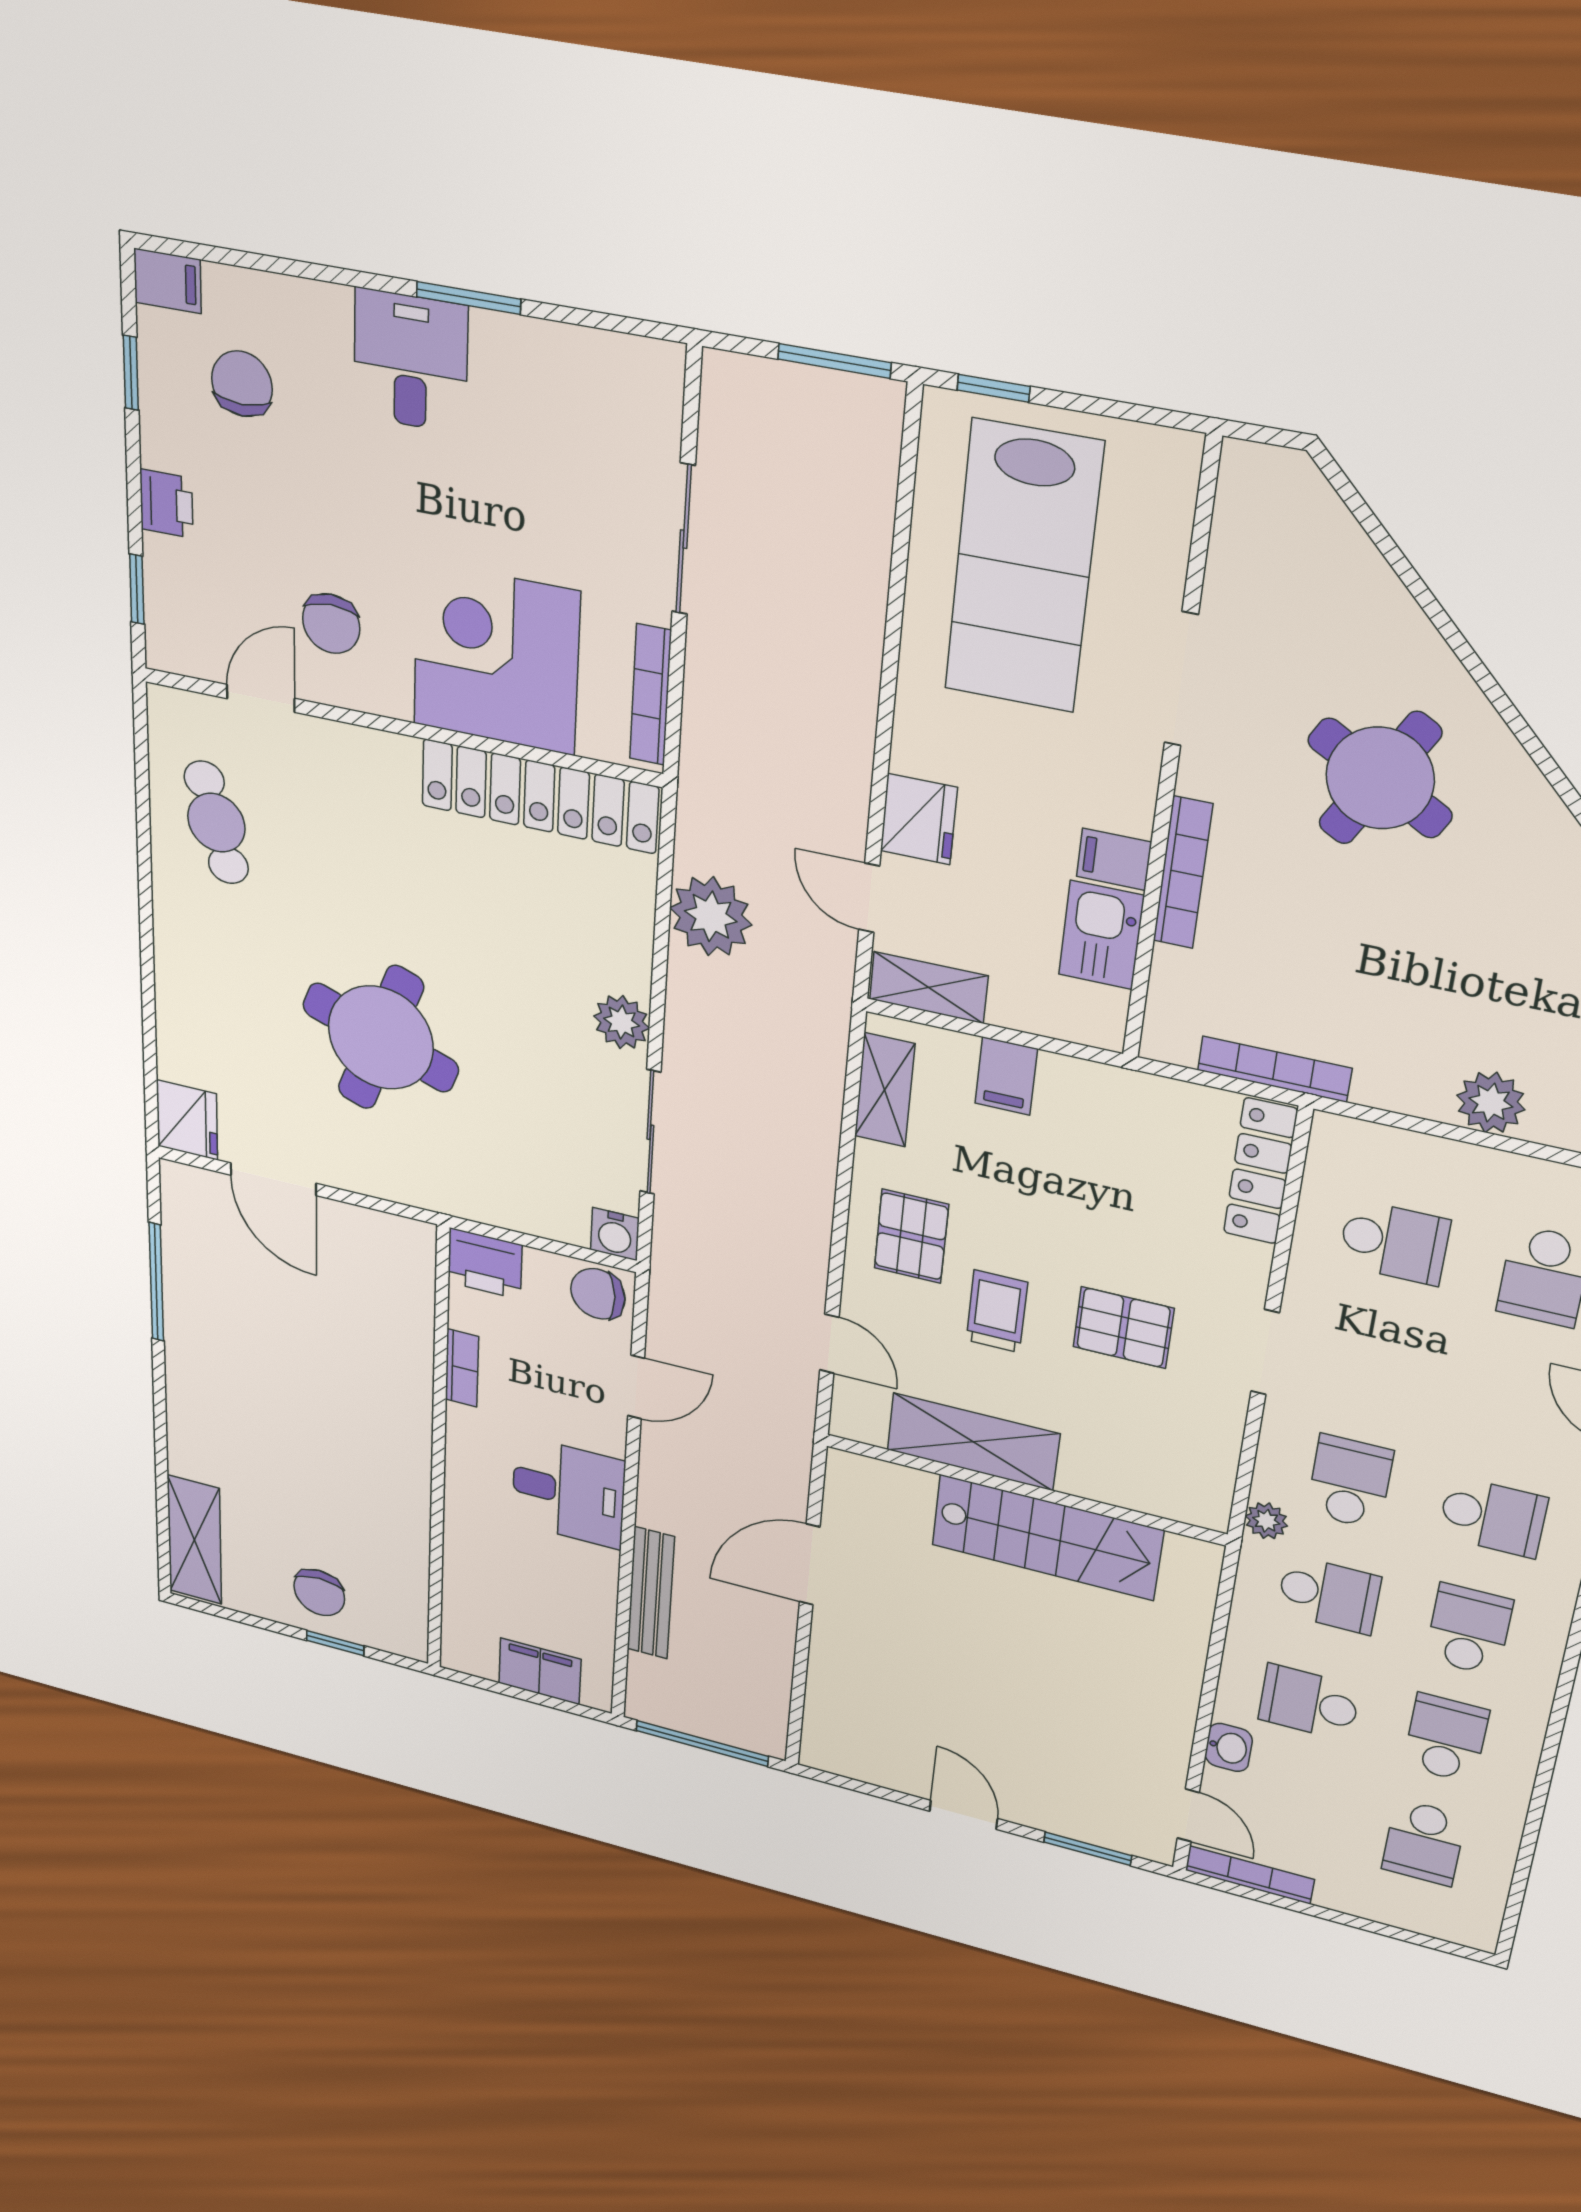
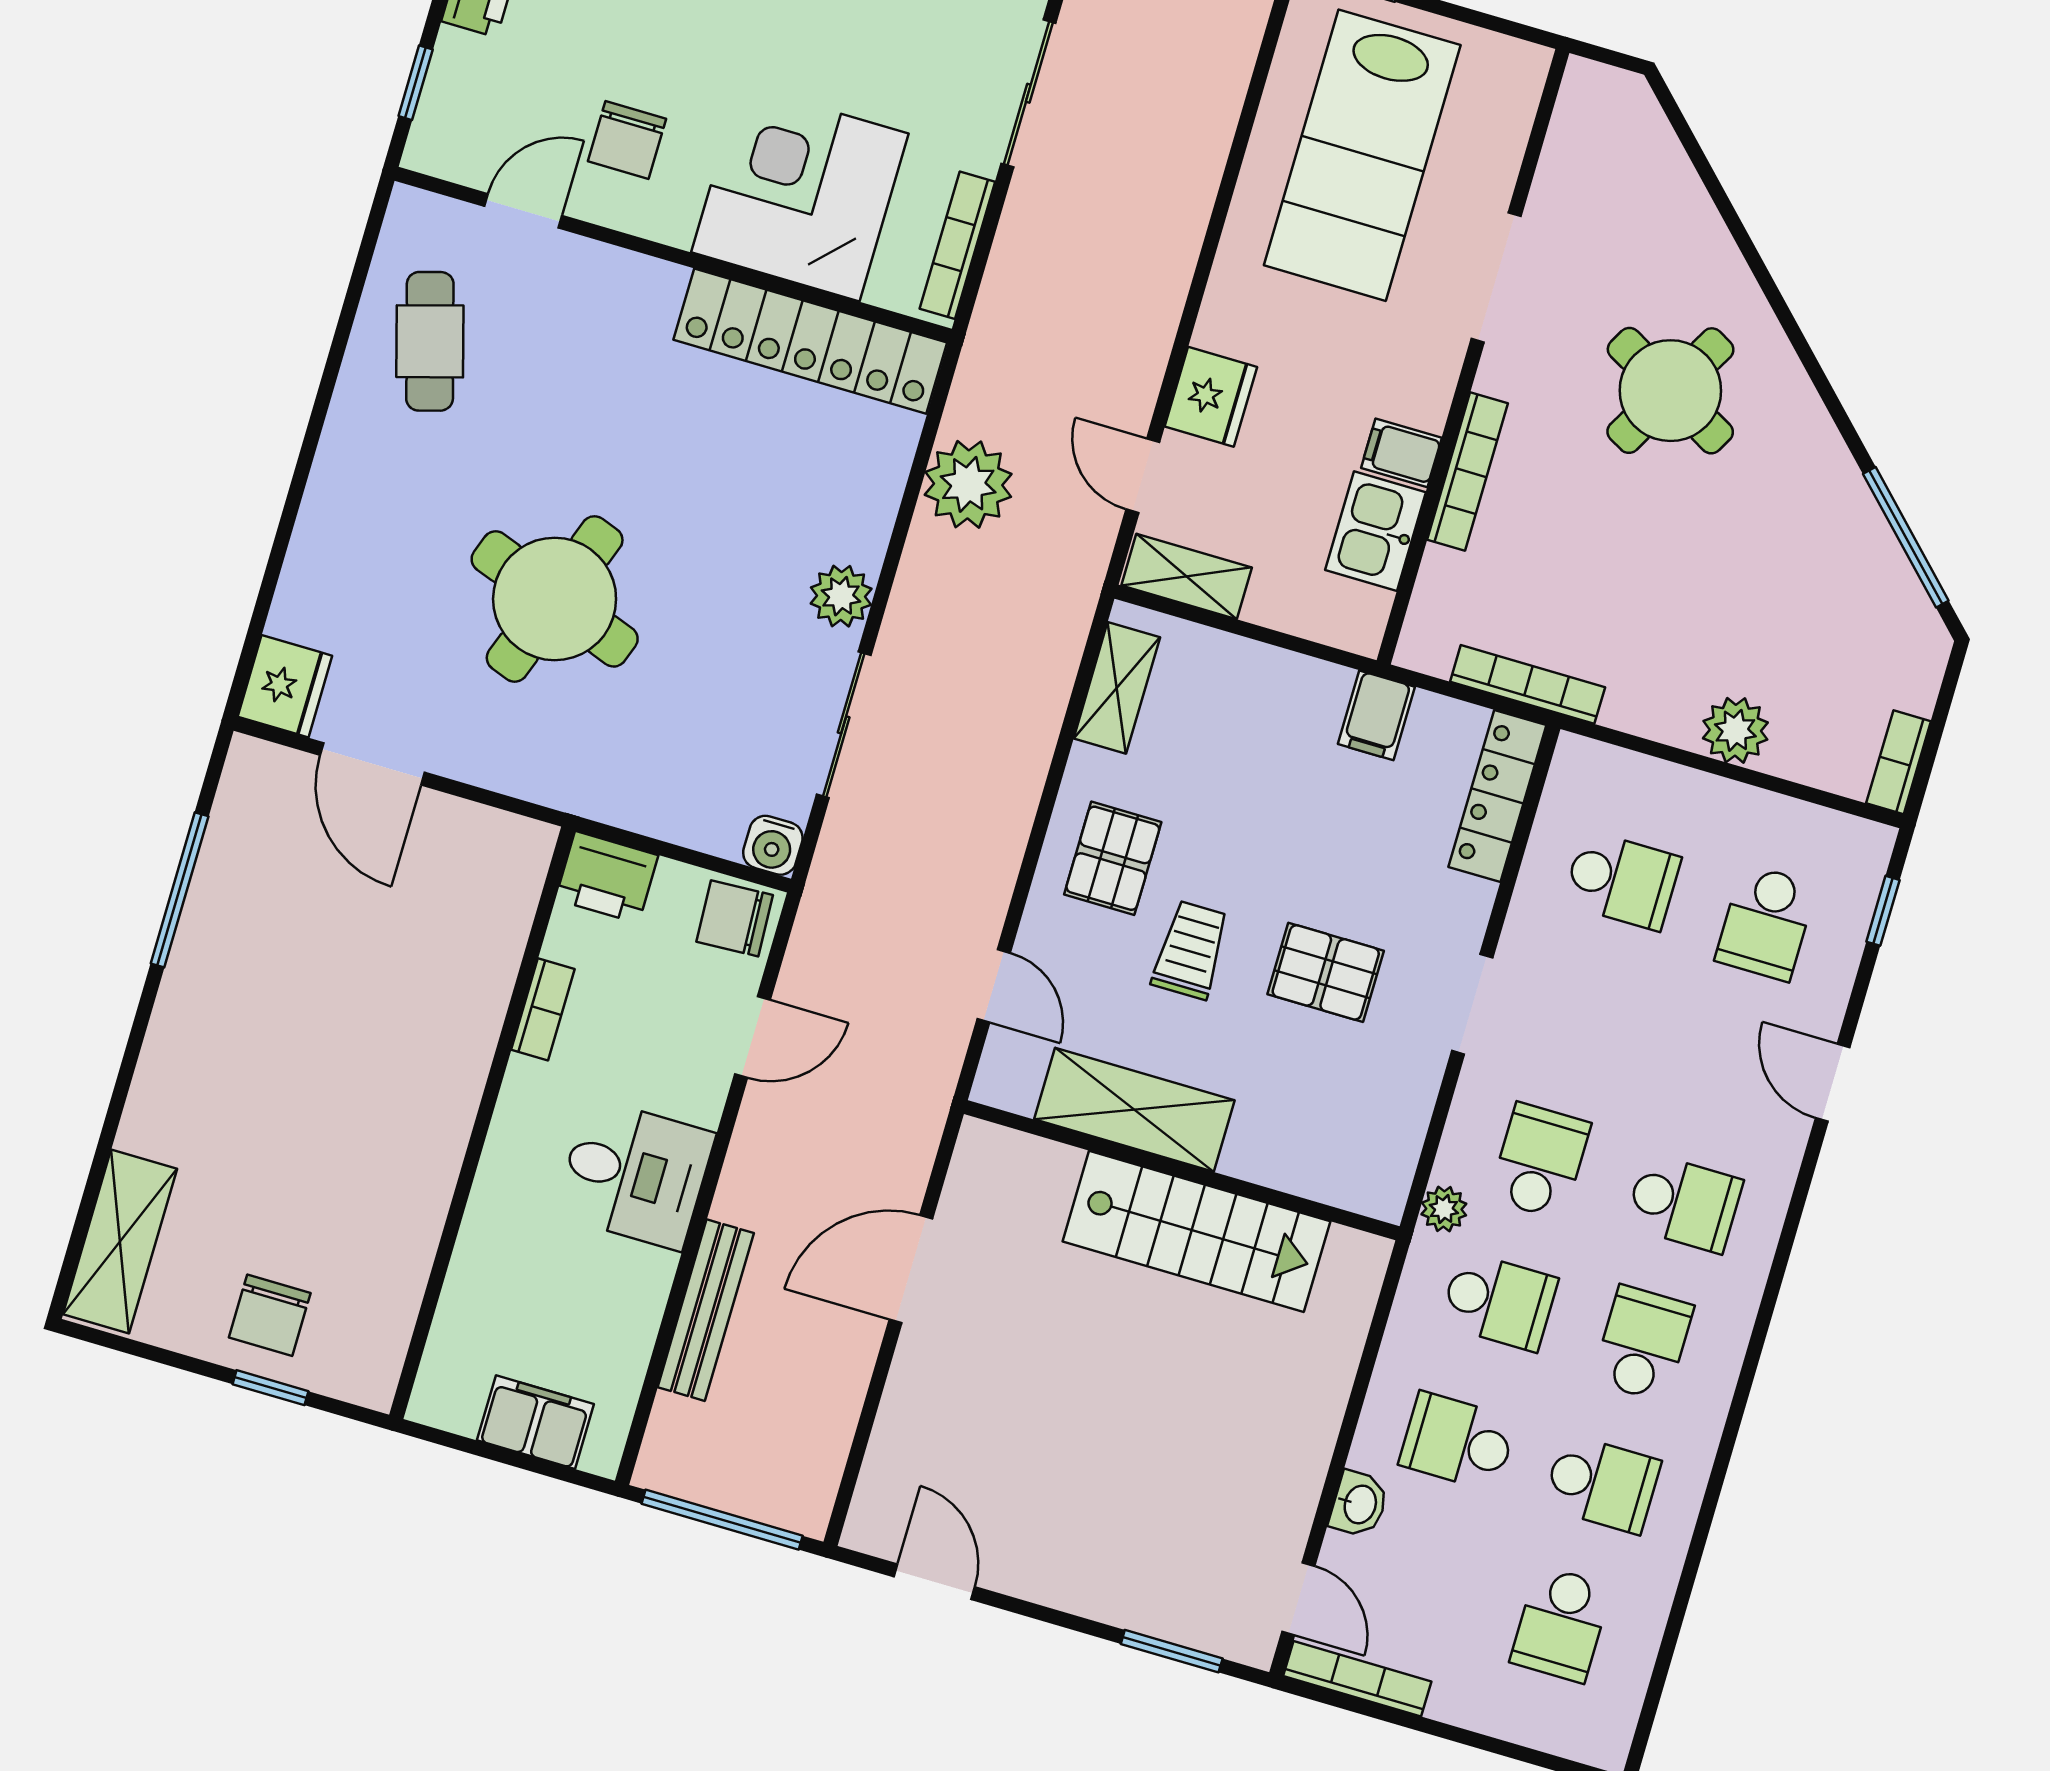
filing cabinet: (1006, 1076) -> (1376, 715), moved
school desk: (1446, 1738) -> (1602, 1484), turned 90
door: (963, 1815) -> (934, 1582), moved

